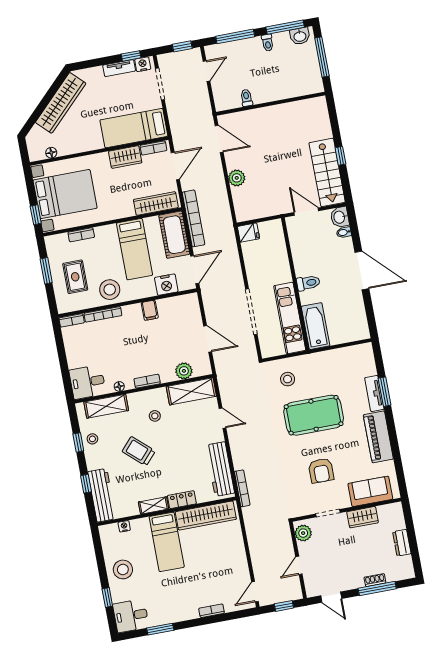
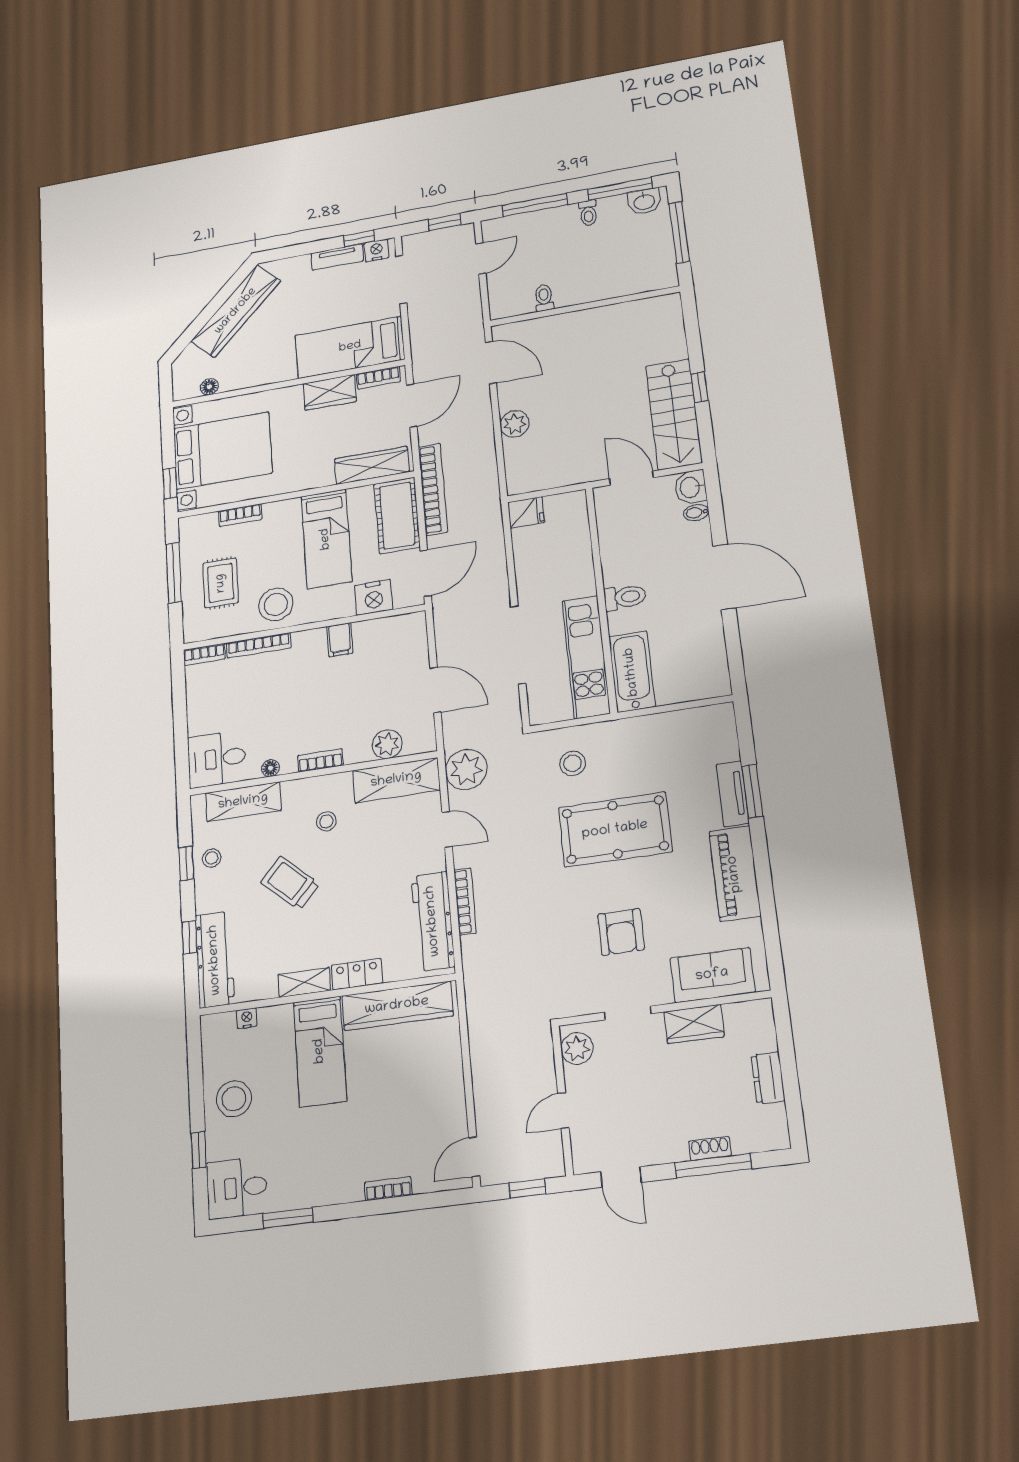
window: (46, 271) -> (174, 573), width x1.44
plant: (230, 384) -> (466, 769), added
bookcase: (242, 488) -> (465, 902), moved

